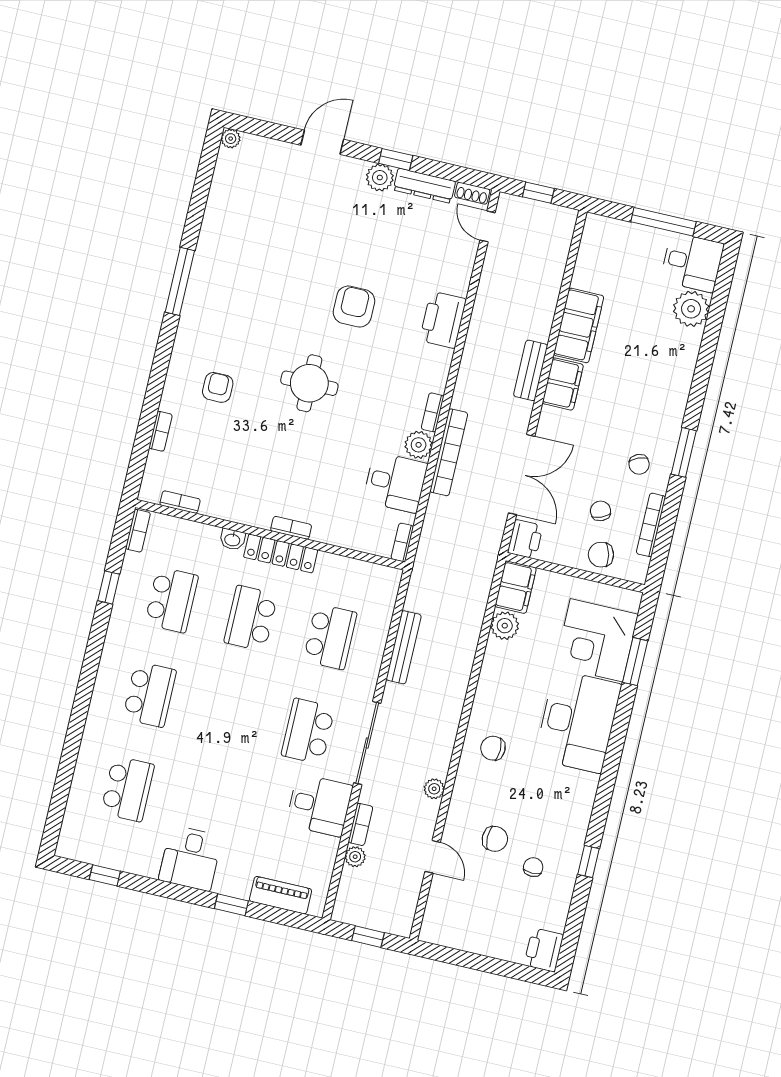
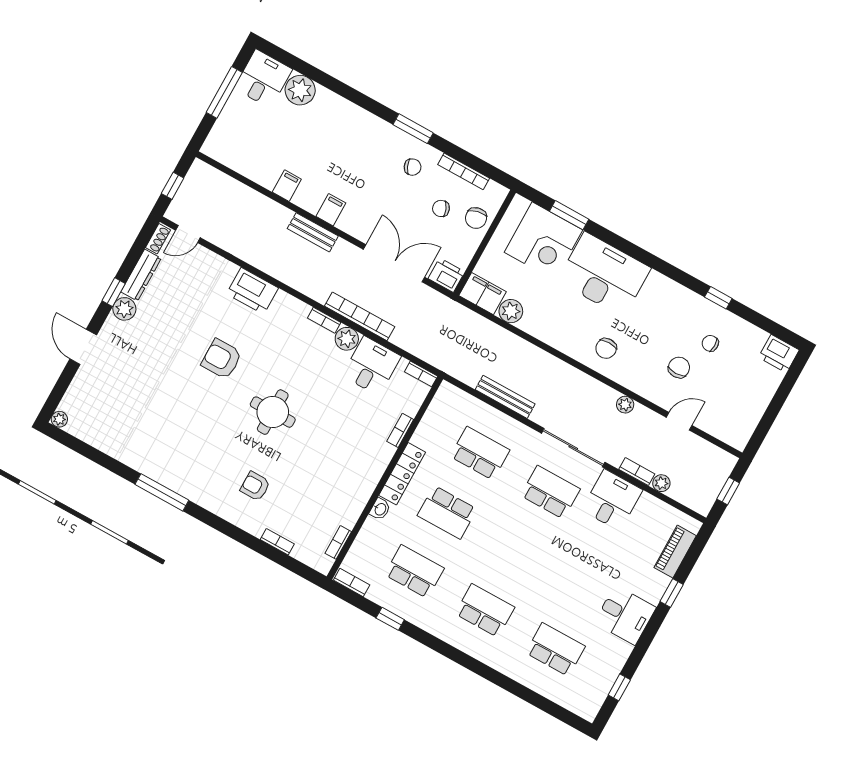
filing cabinet: (579, 325) -> (287, 186), width x0.33, depth x0.86
filing cabinet: (563, 384) -> (331, 210), width x0.50
bookcase: (291, 528) -> (400, 430), moved
school desk: (308, 731) -> (550, 492), turned 180

